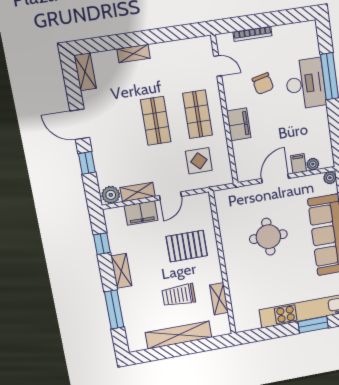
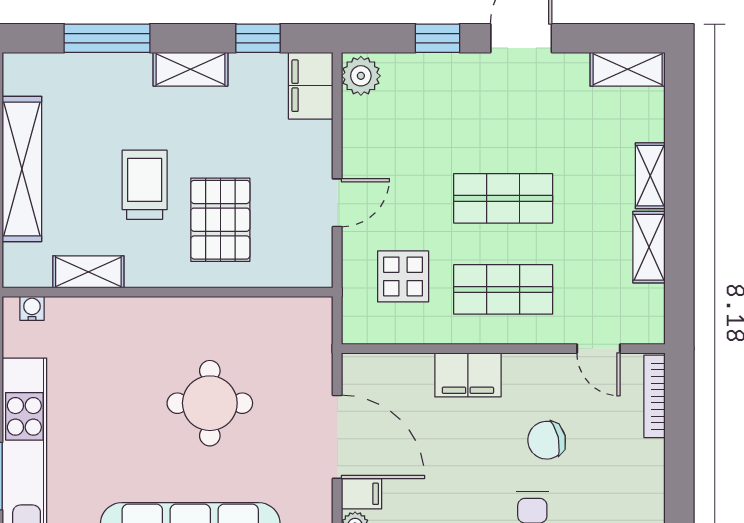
bookcase: (252, 34) -> (654, 396), moved
door: (218, 66) -> (598, 349), hinge flipped
door: (275, 179) -> (337, 437), width x1.36
shelving: (138, 192) -> (649, 247), moved
door: (170, 196) -> (337, 203), swing flipped
filing cabinet: (141, 213) -> (311, 86), moved
trolley: (179, 295) -> (145, 185), moved
water cooler: (239, 320) -> (32, 308), added

